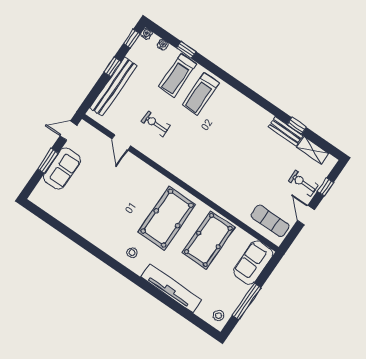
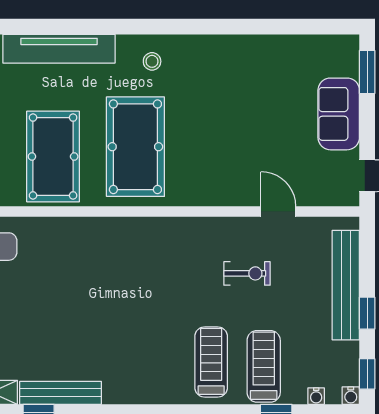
bench: (286, 131) -> (60, 393), width x1.36
window: (48, 161) -> (367, 72), moved

